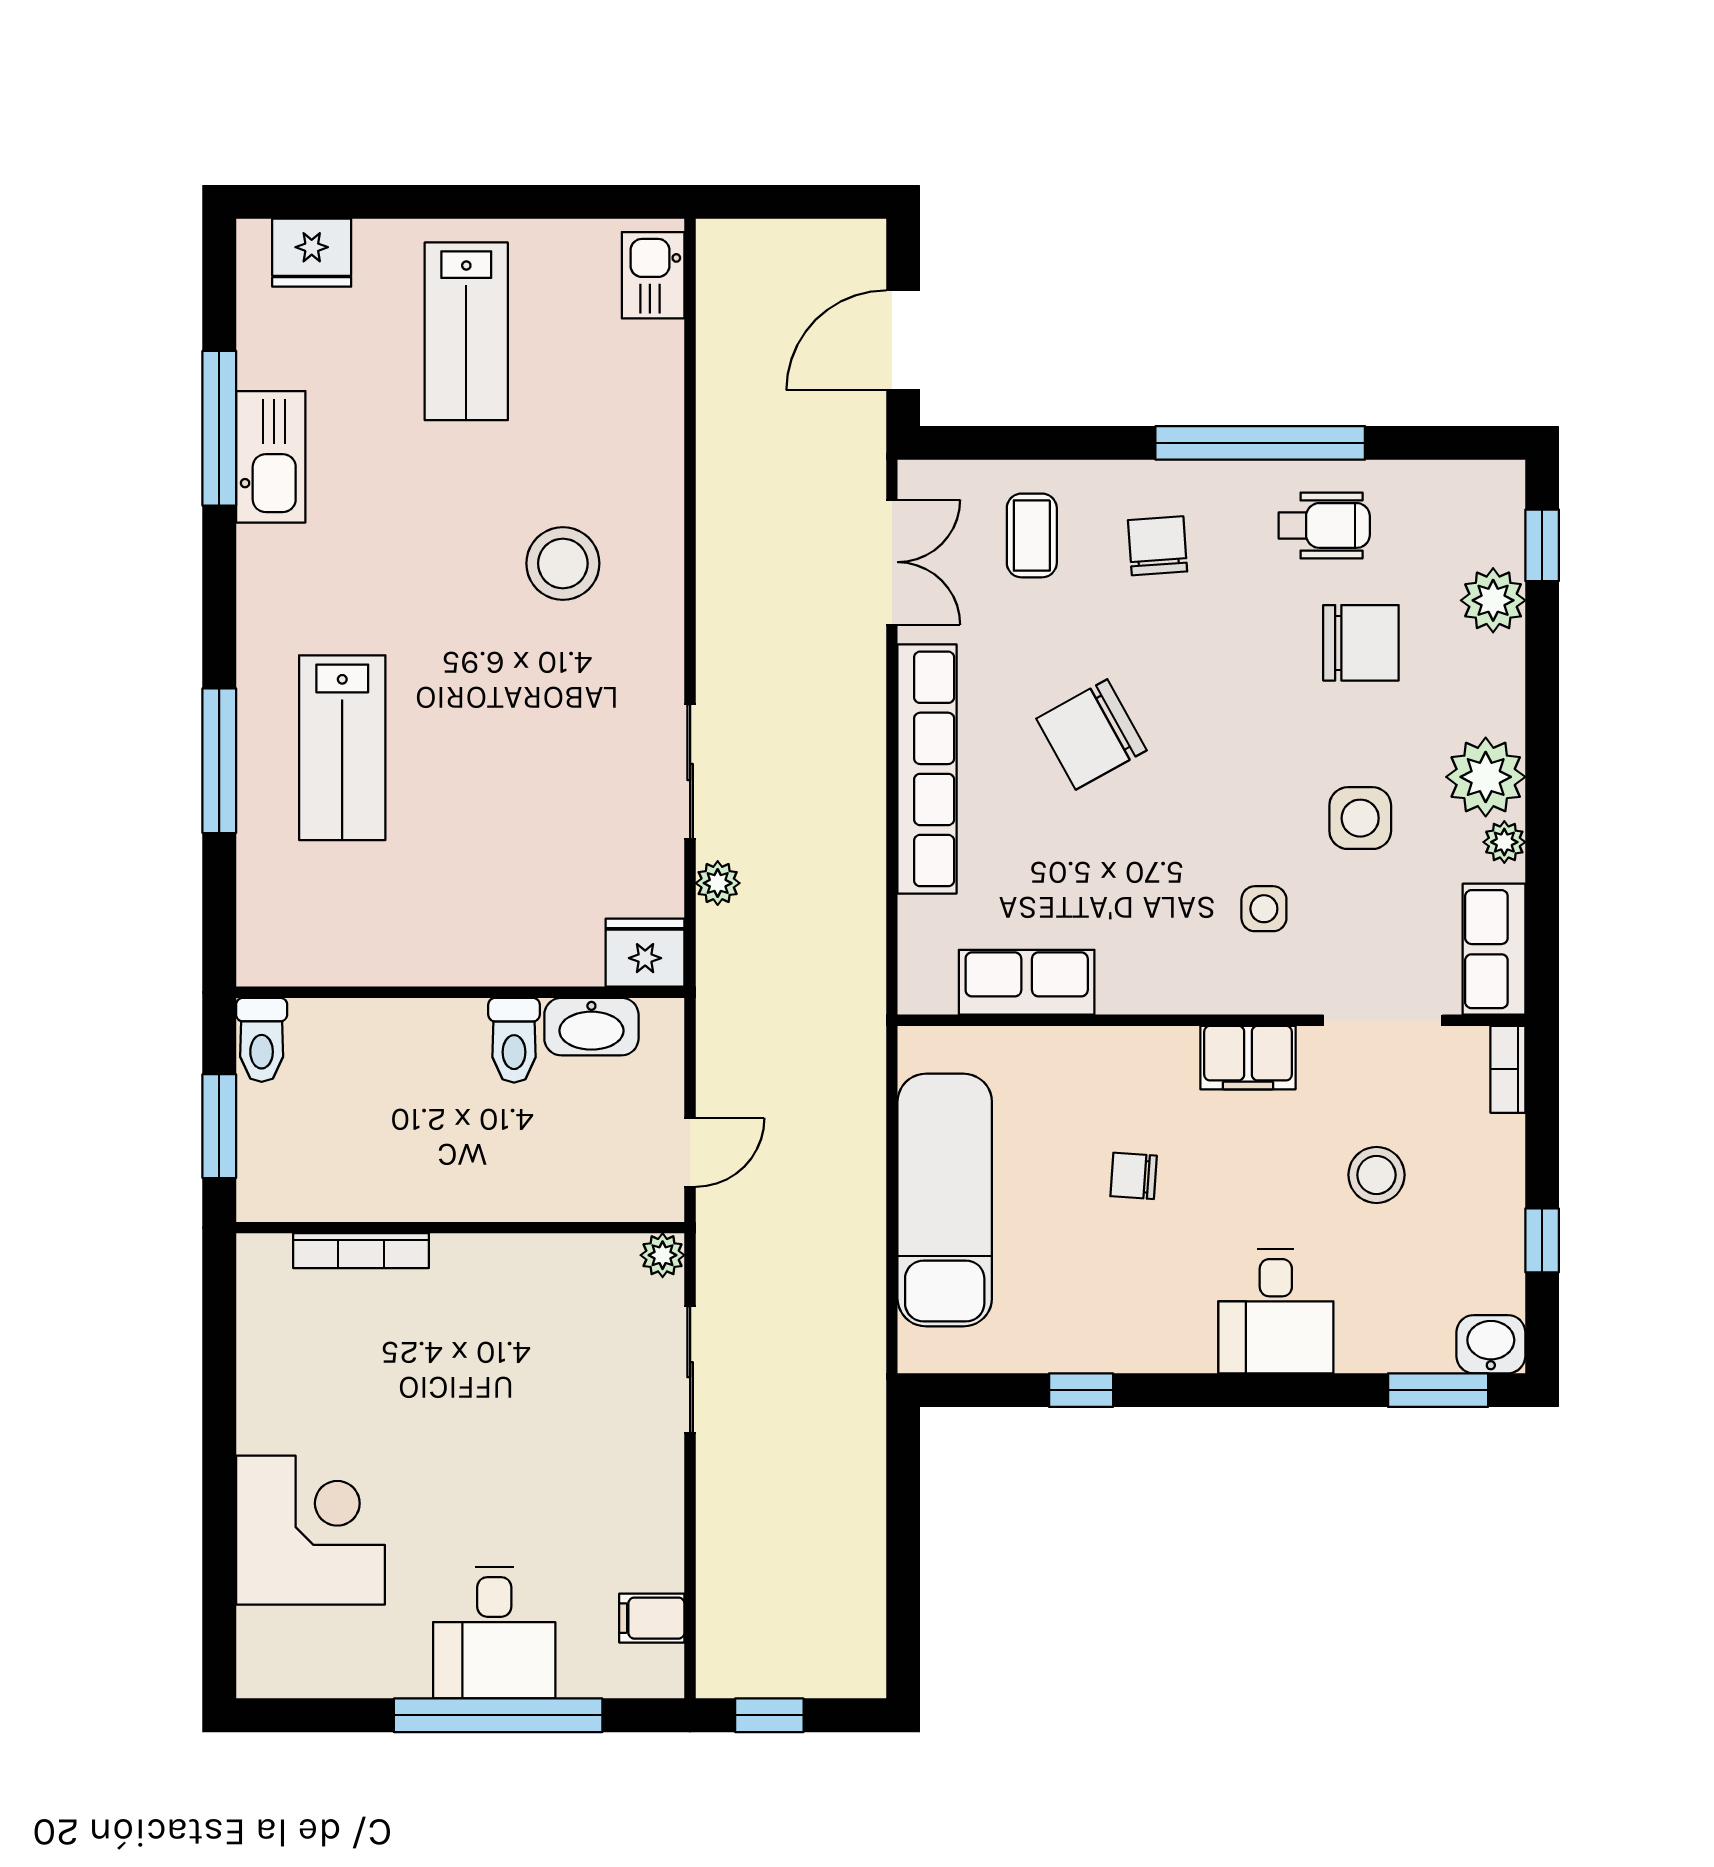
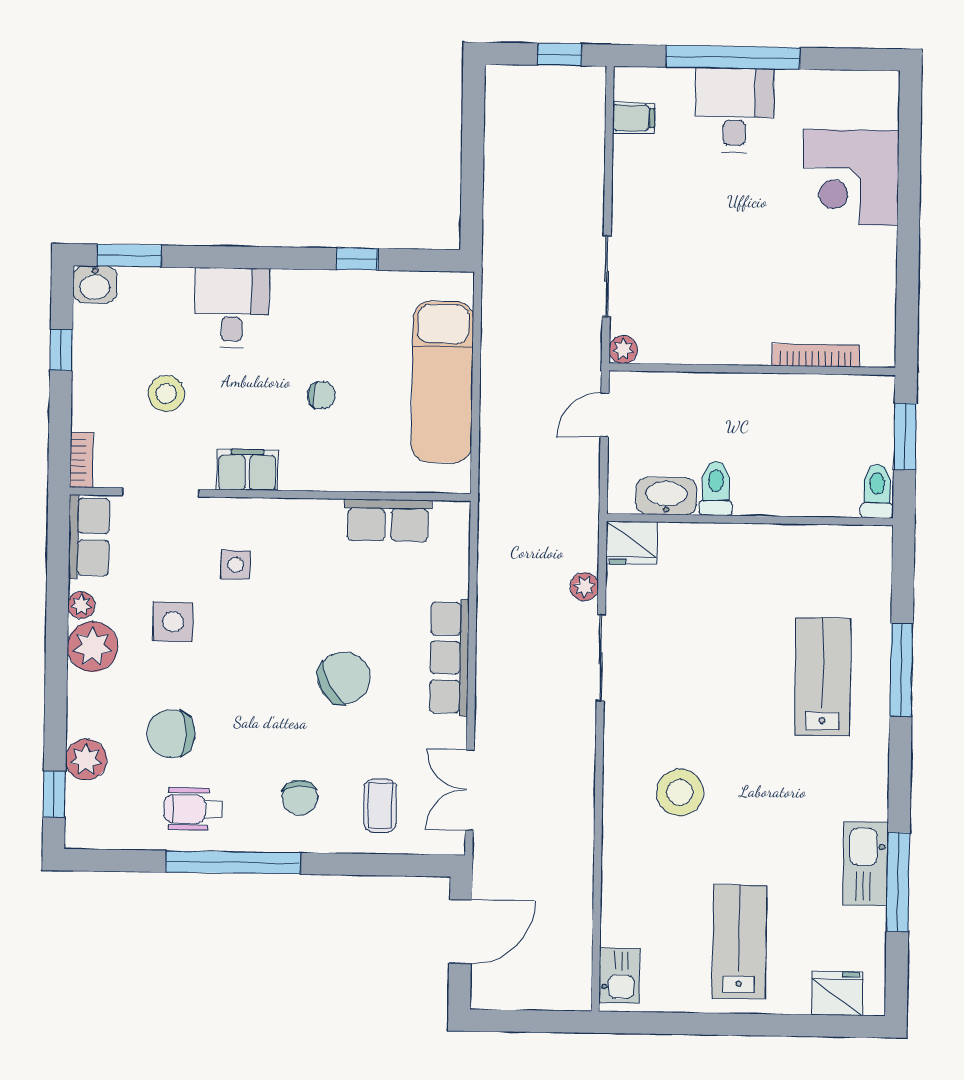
row of seats: (927, 769) -> (449, 657), width x0.73

